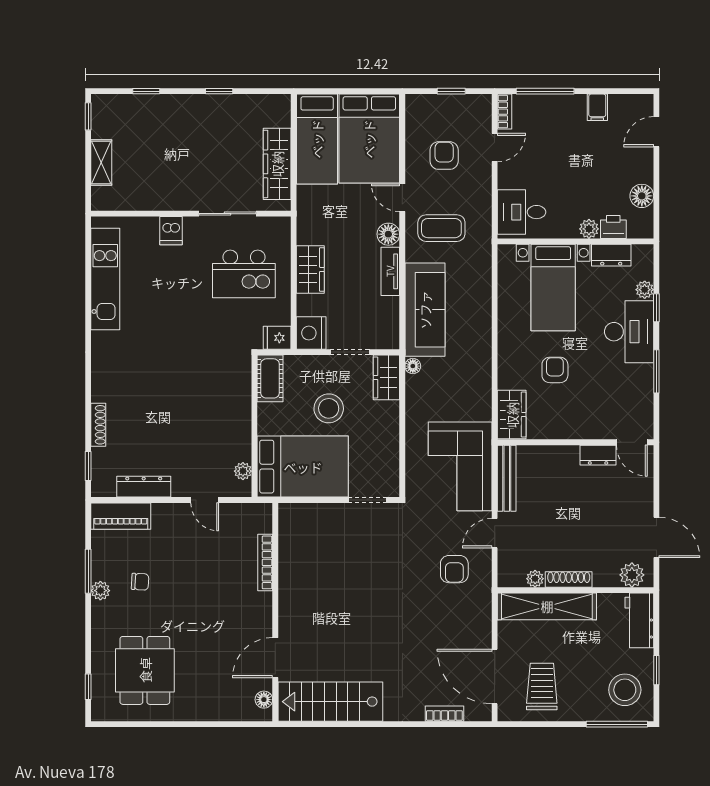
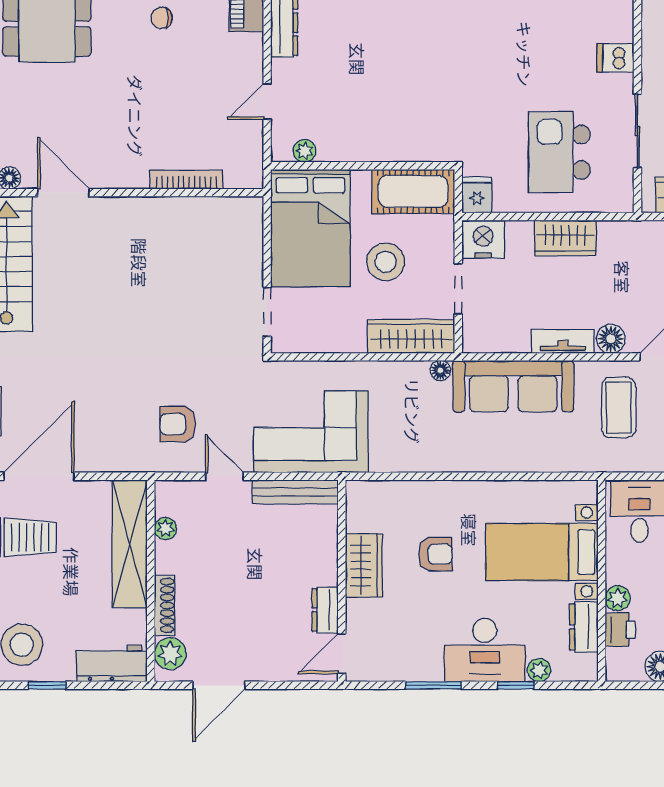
wardrobe: (386, 377) -> (411, 336), width x1.50
cot: (270, 378) -> (413, 191), width x1.37, depth x1.34
wardrobe: (512, 415) -> (364, 565), moved, turned -90
shoe rack: (569, 579) -> (165, 605), moved
chair: (140, 582) -> (162, 18), turned 87

